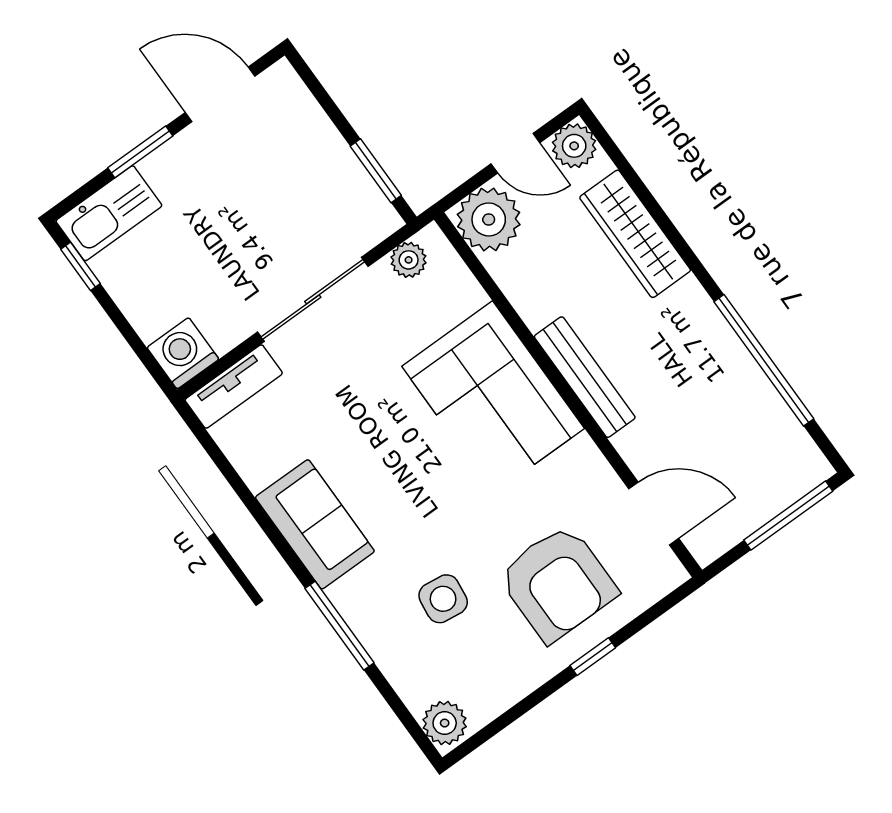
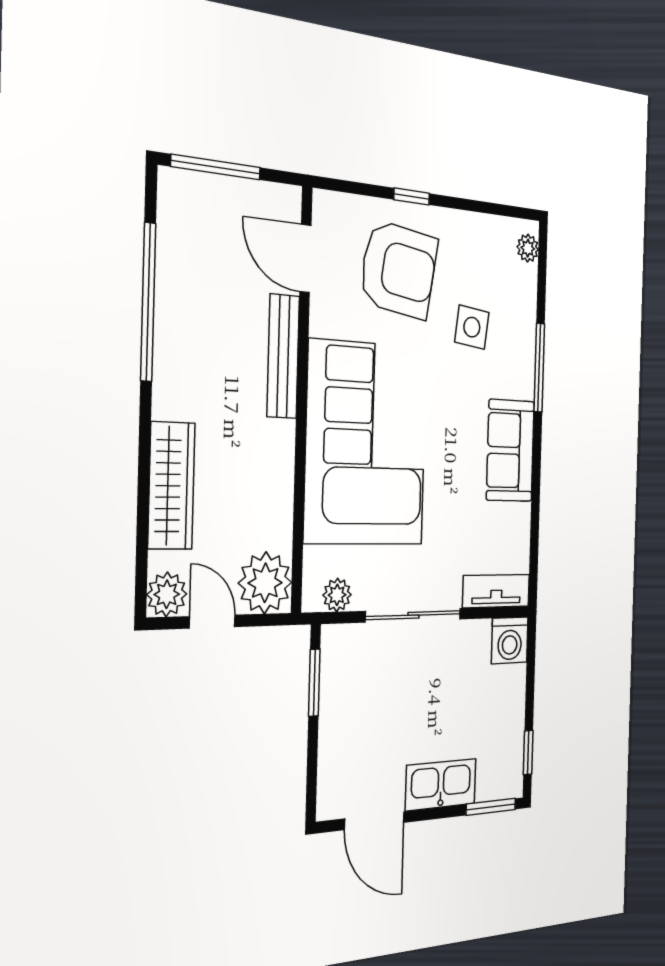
window: (140, 152) -> (491, 807), moved
kitchen sink: (109, 213) -> (441, 785), moved
bench: (585, 377) -> (283, 356), moved
corner sofa: (493, 397) -> (366, 444), width x1.36, depth x1.36
armchair: (558, 583) -> (399, 270), turned 99
plant: (445, 723) -> (528, 248), width x0.73, depth x0.73

